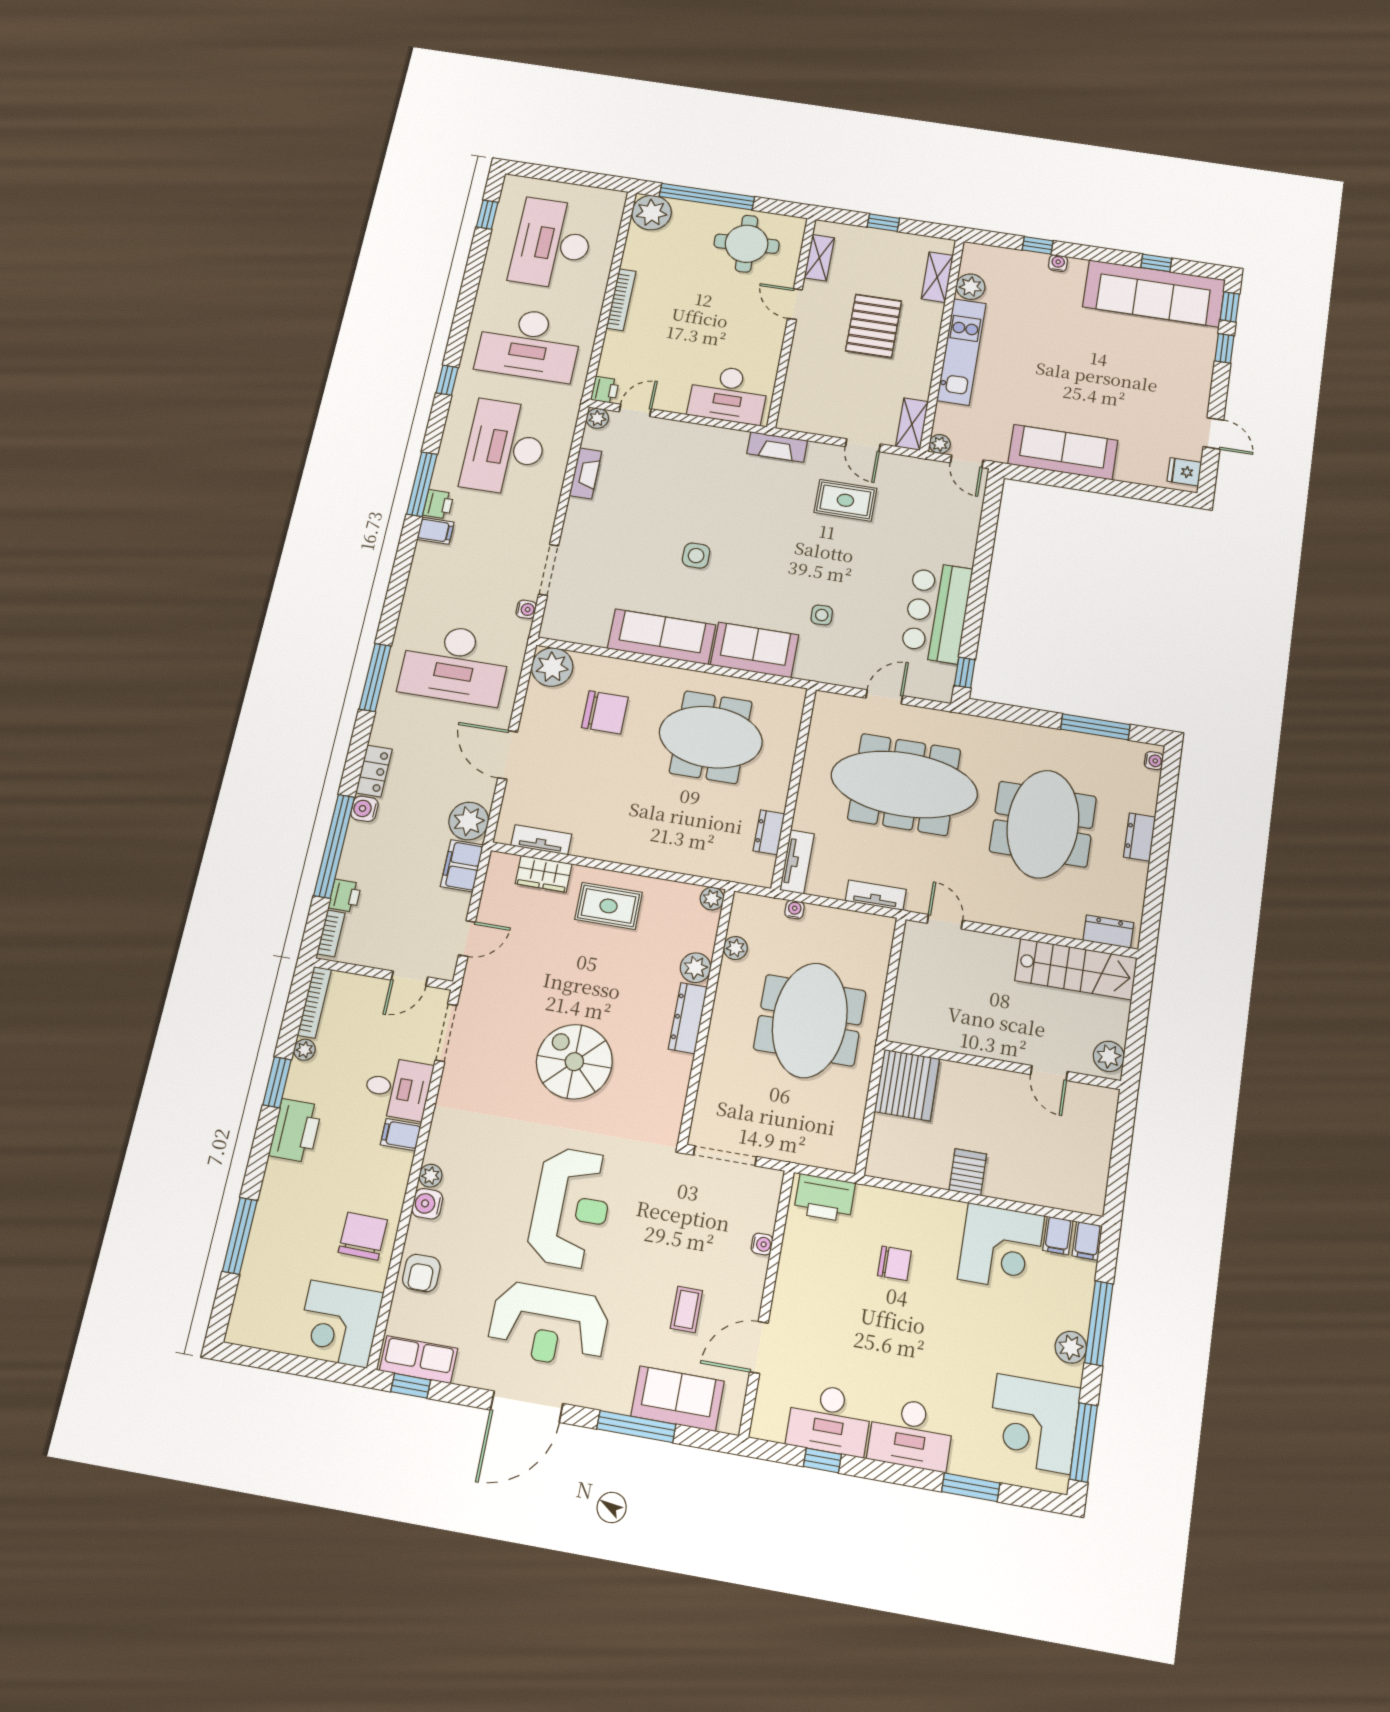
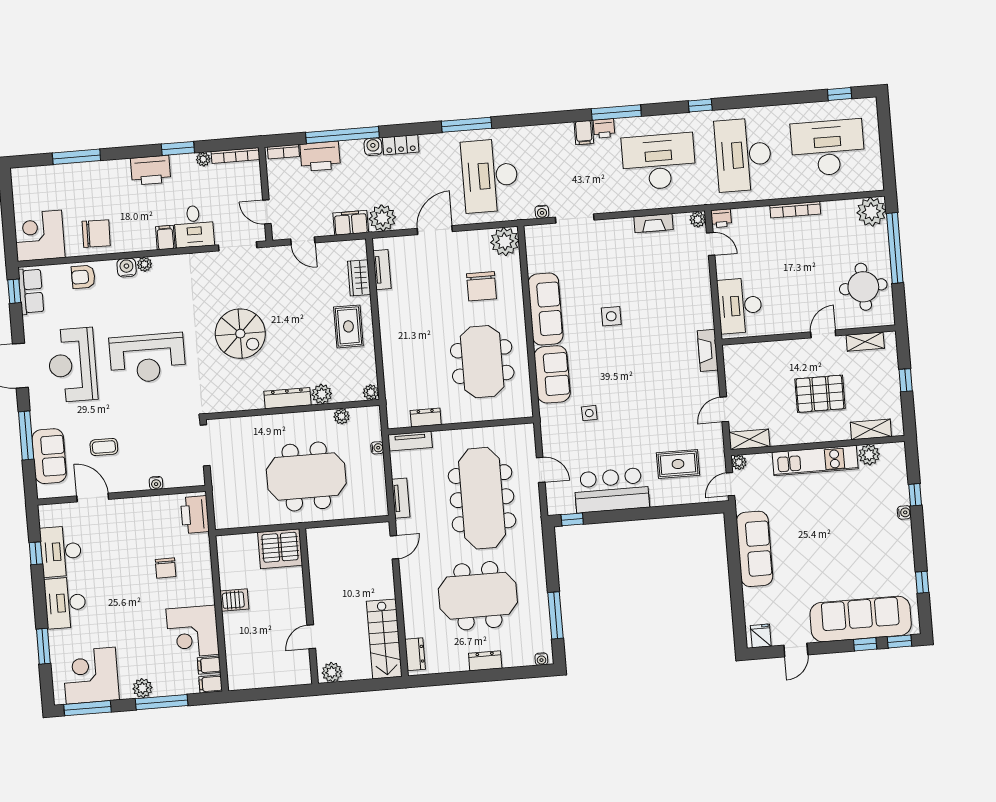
sofa: (1154, 293) -> (861, 619), moved, turned 90
rug: (845, 500) -> (678, 464), moved, turned 90
printer: (345, 896) -> (320, 156), width x1.87, depth x1.48
spiral stairs: (574, 1062) -> (240, 334), turned 90

